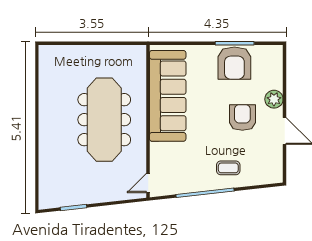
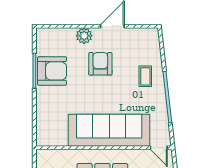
sofa: (168, 96) -> (109, 130), moved
armchair: (242, 117) -> (100, 64), turned 90

